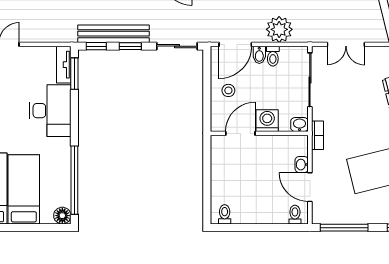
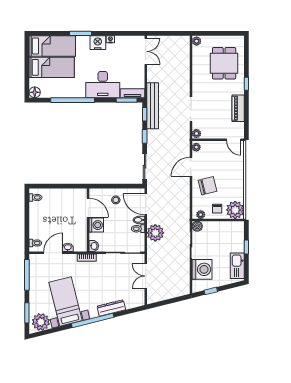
bench: (114, 34) -> (153, 106), moved
window: (74, 180) -> (73, 100), moved

